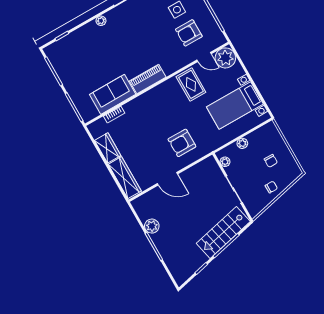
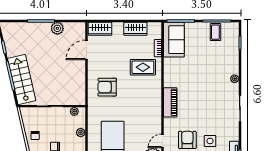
coffee table: (65, 66) -> (215, 32), added
piano: (148, 79) -> (170, 102), moved
rug: (191, 84) -> (143, 67), moved
sofa: (113, 94) -> (174, 40), moved
armchair: (182, 143) -> (107, 87), turned -90
wardrobe: (125, 178) -> (100, 29), width x0.67
door: (167, 179) -> (86, 50), moved

